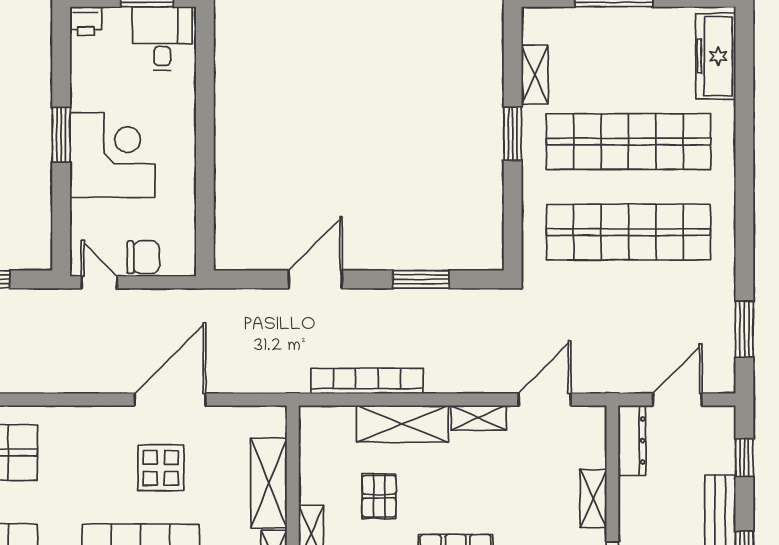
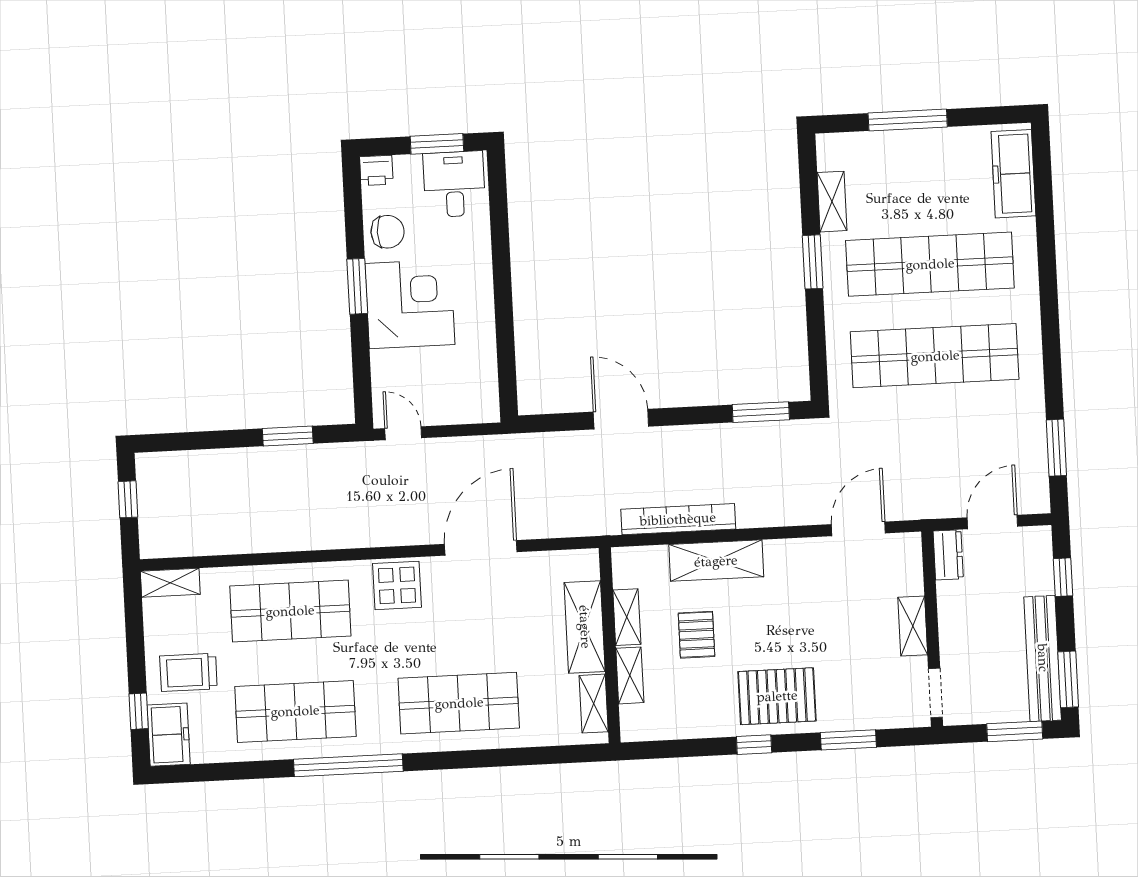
chair: (143, 257) -> (388, 232), moved
door: (315, 279) -> (621, 419), hinge flipped
window: (421, 279) -> (761, 412), moved
shelving: (478, 418) -> (627, 617), moved, turned 90
dresser: (632, 441) -> (948, 555), width x0.70
display table: (161, 468) -> (397, 585), moved

